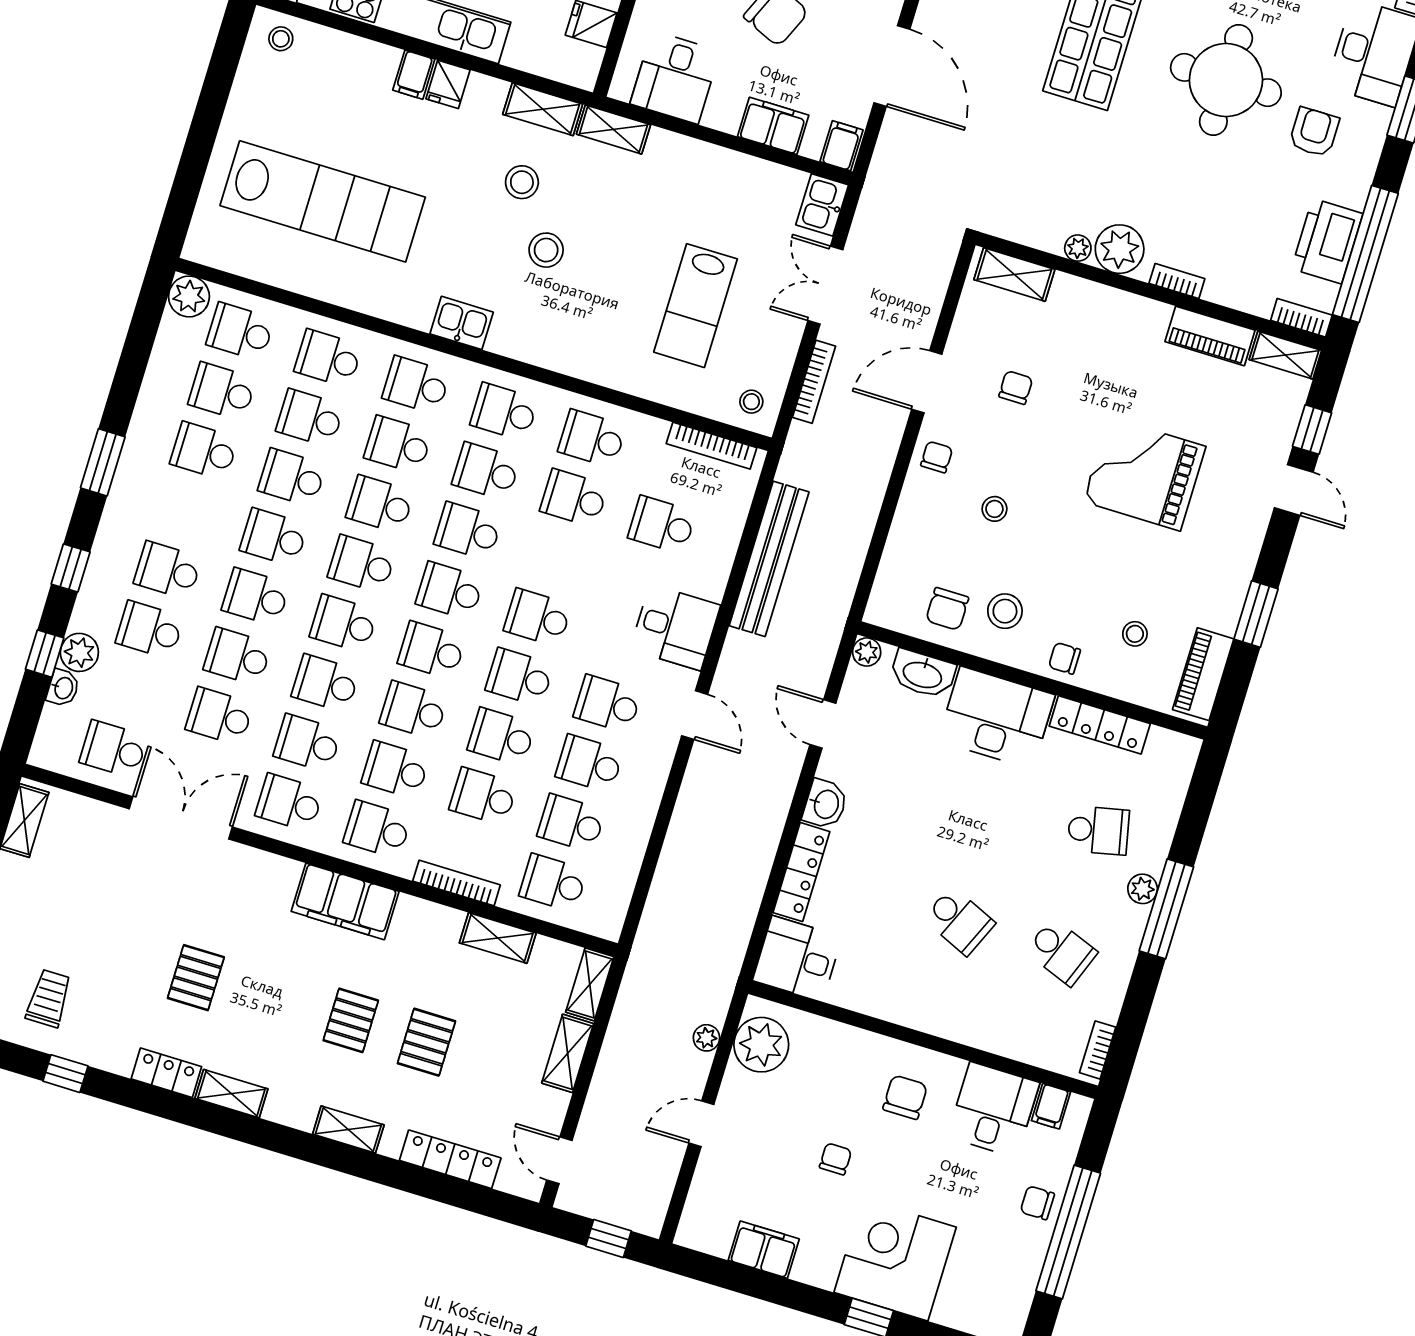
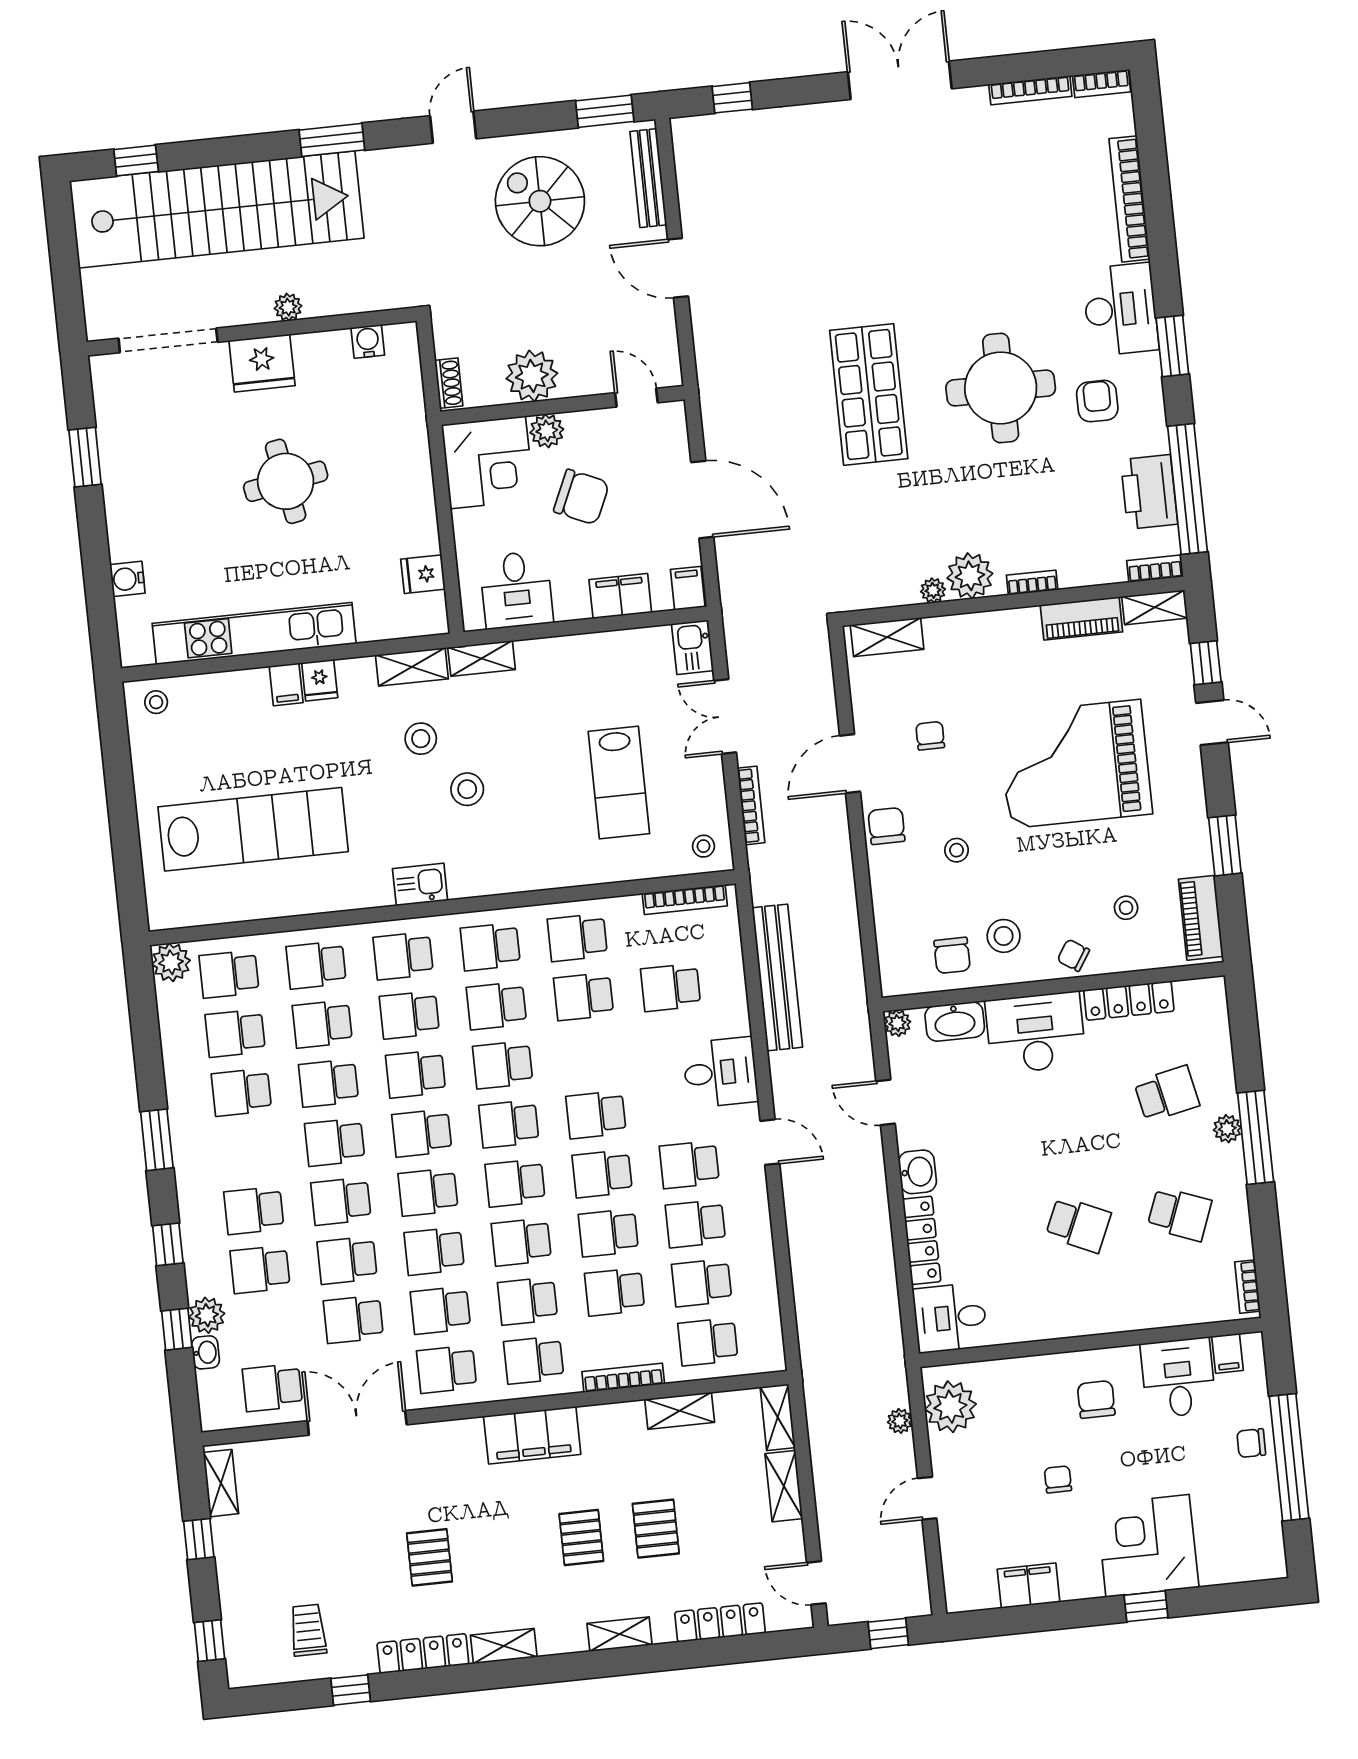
chair: (937, 457) -> (886, 826), width x1.37, depth x1.37
grand piano: (1144, 474) -> (1075, 764), width x1.37, depth x1.48
chair: (1065, 658) -> (1073, 955), turned 33
locker: (166, 1073) -> (423, 1654), width x1.53

